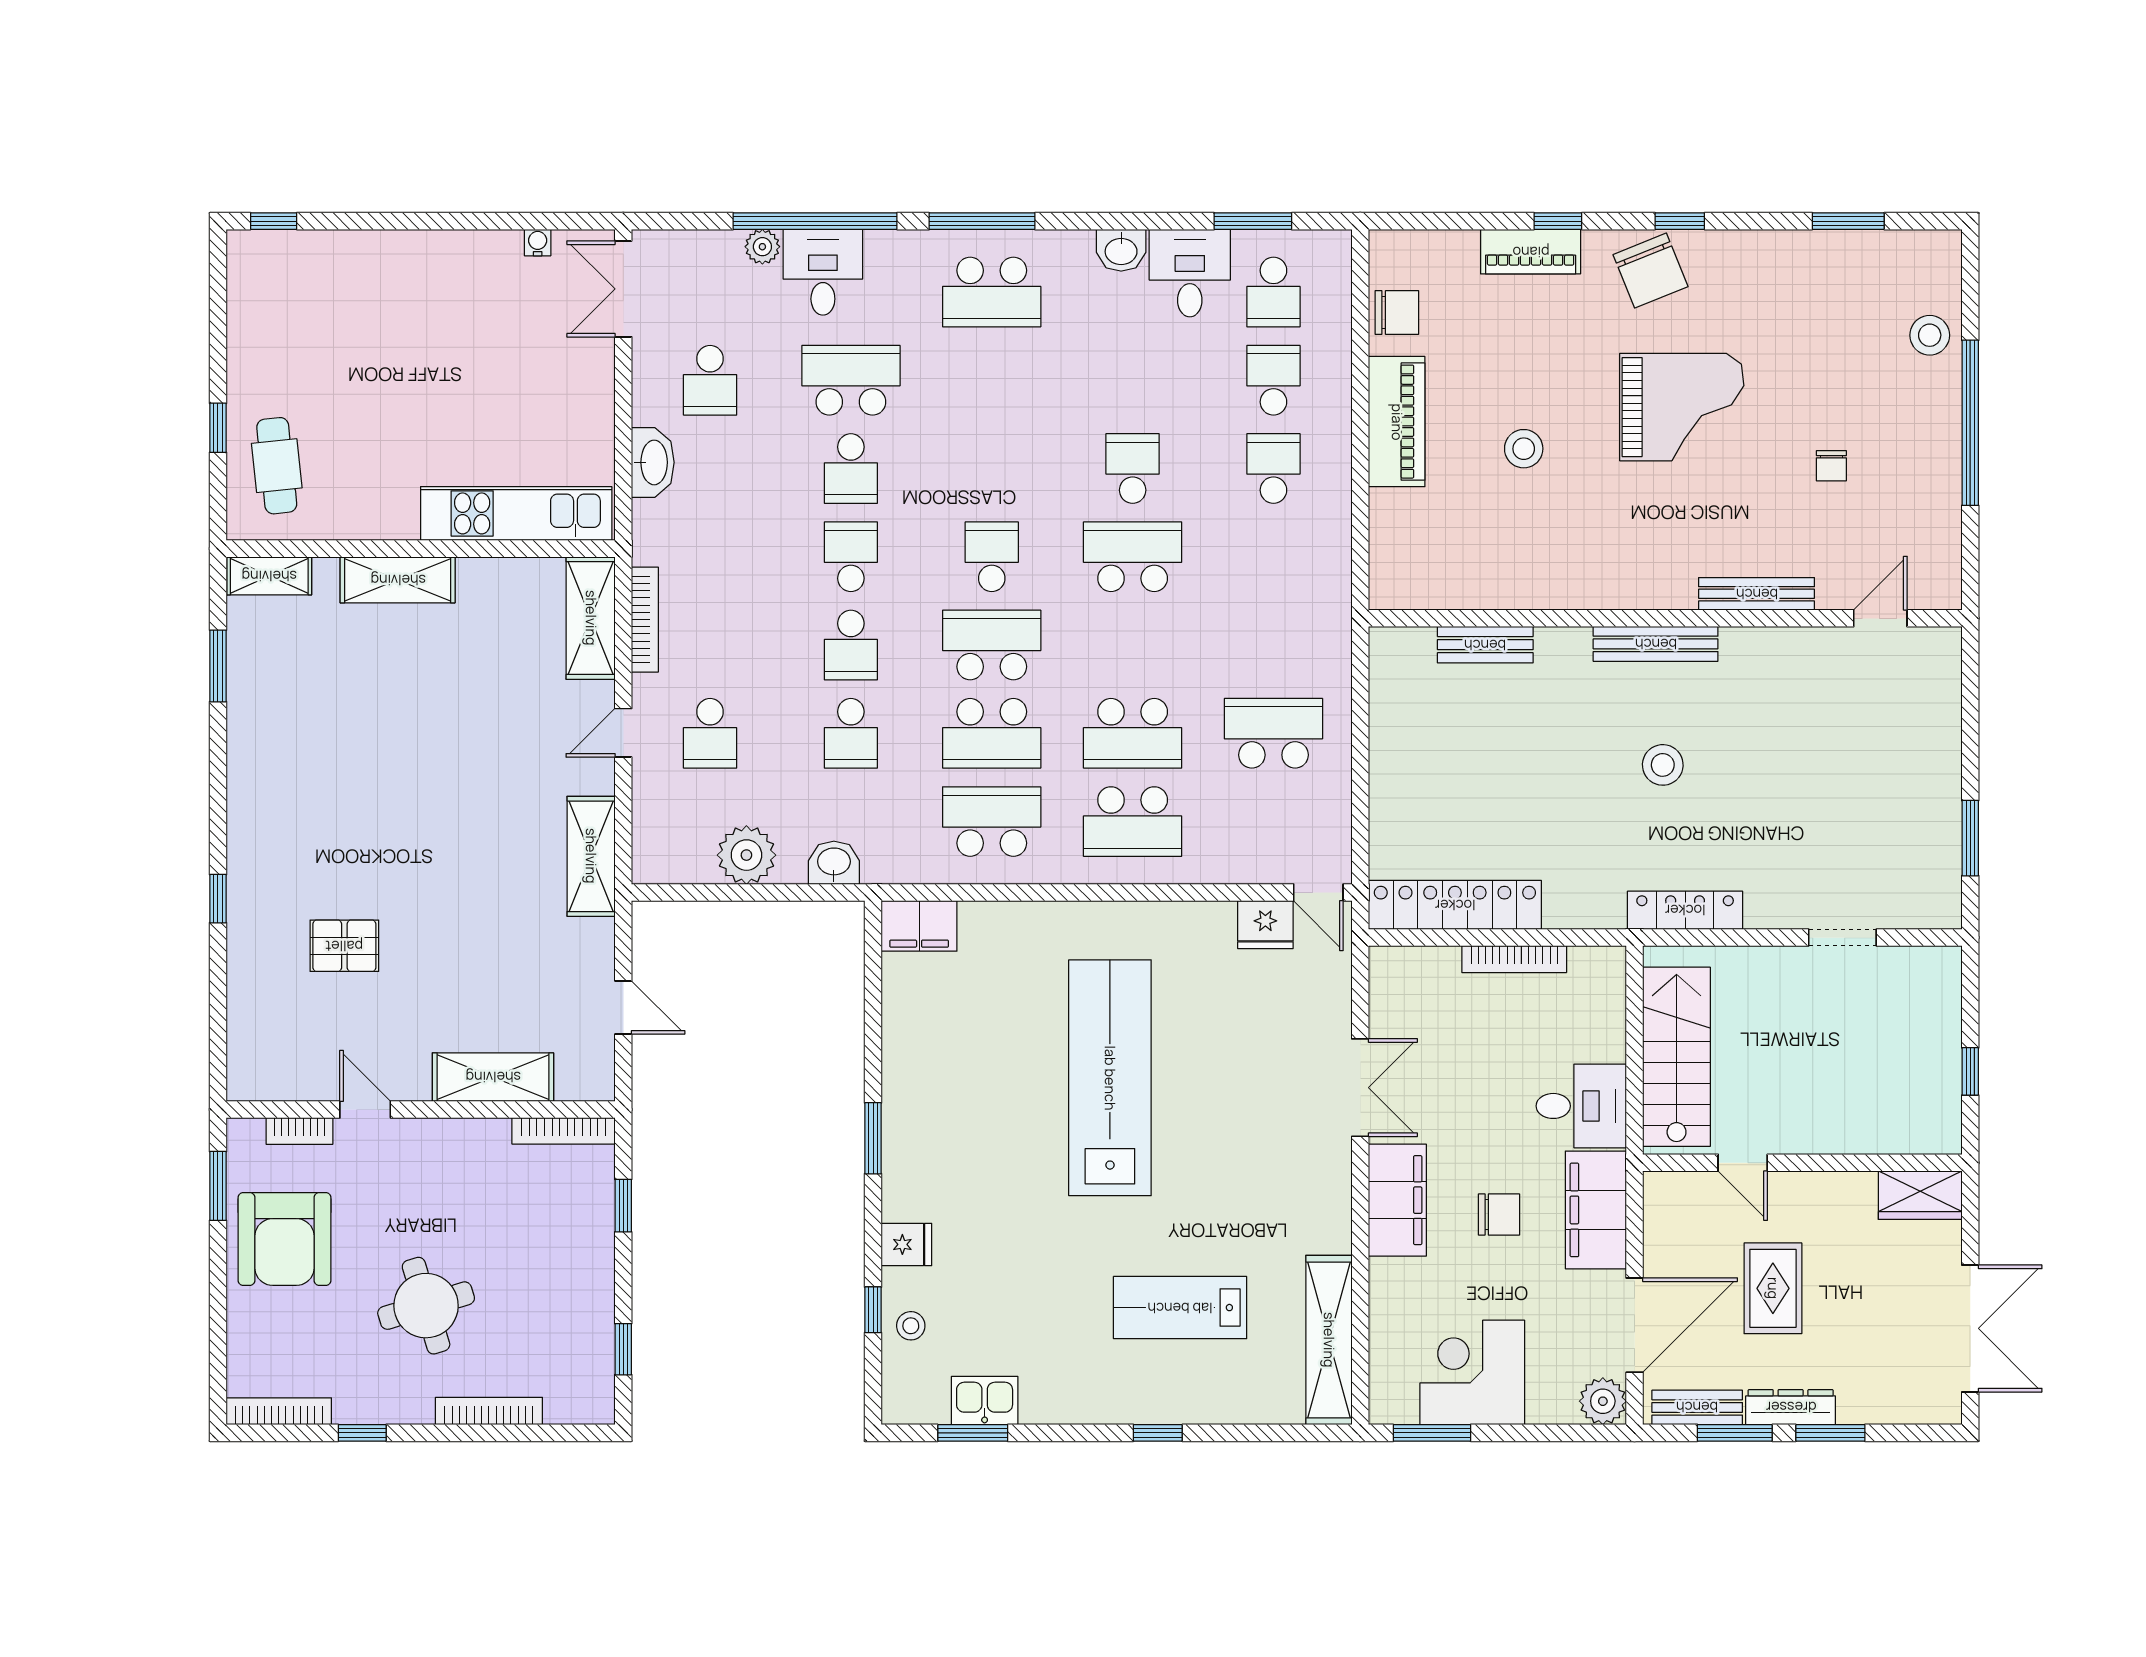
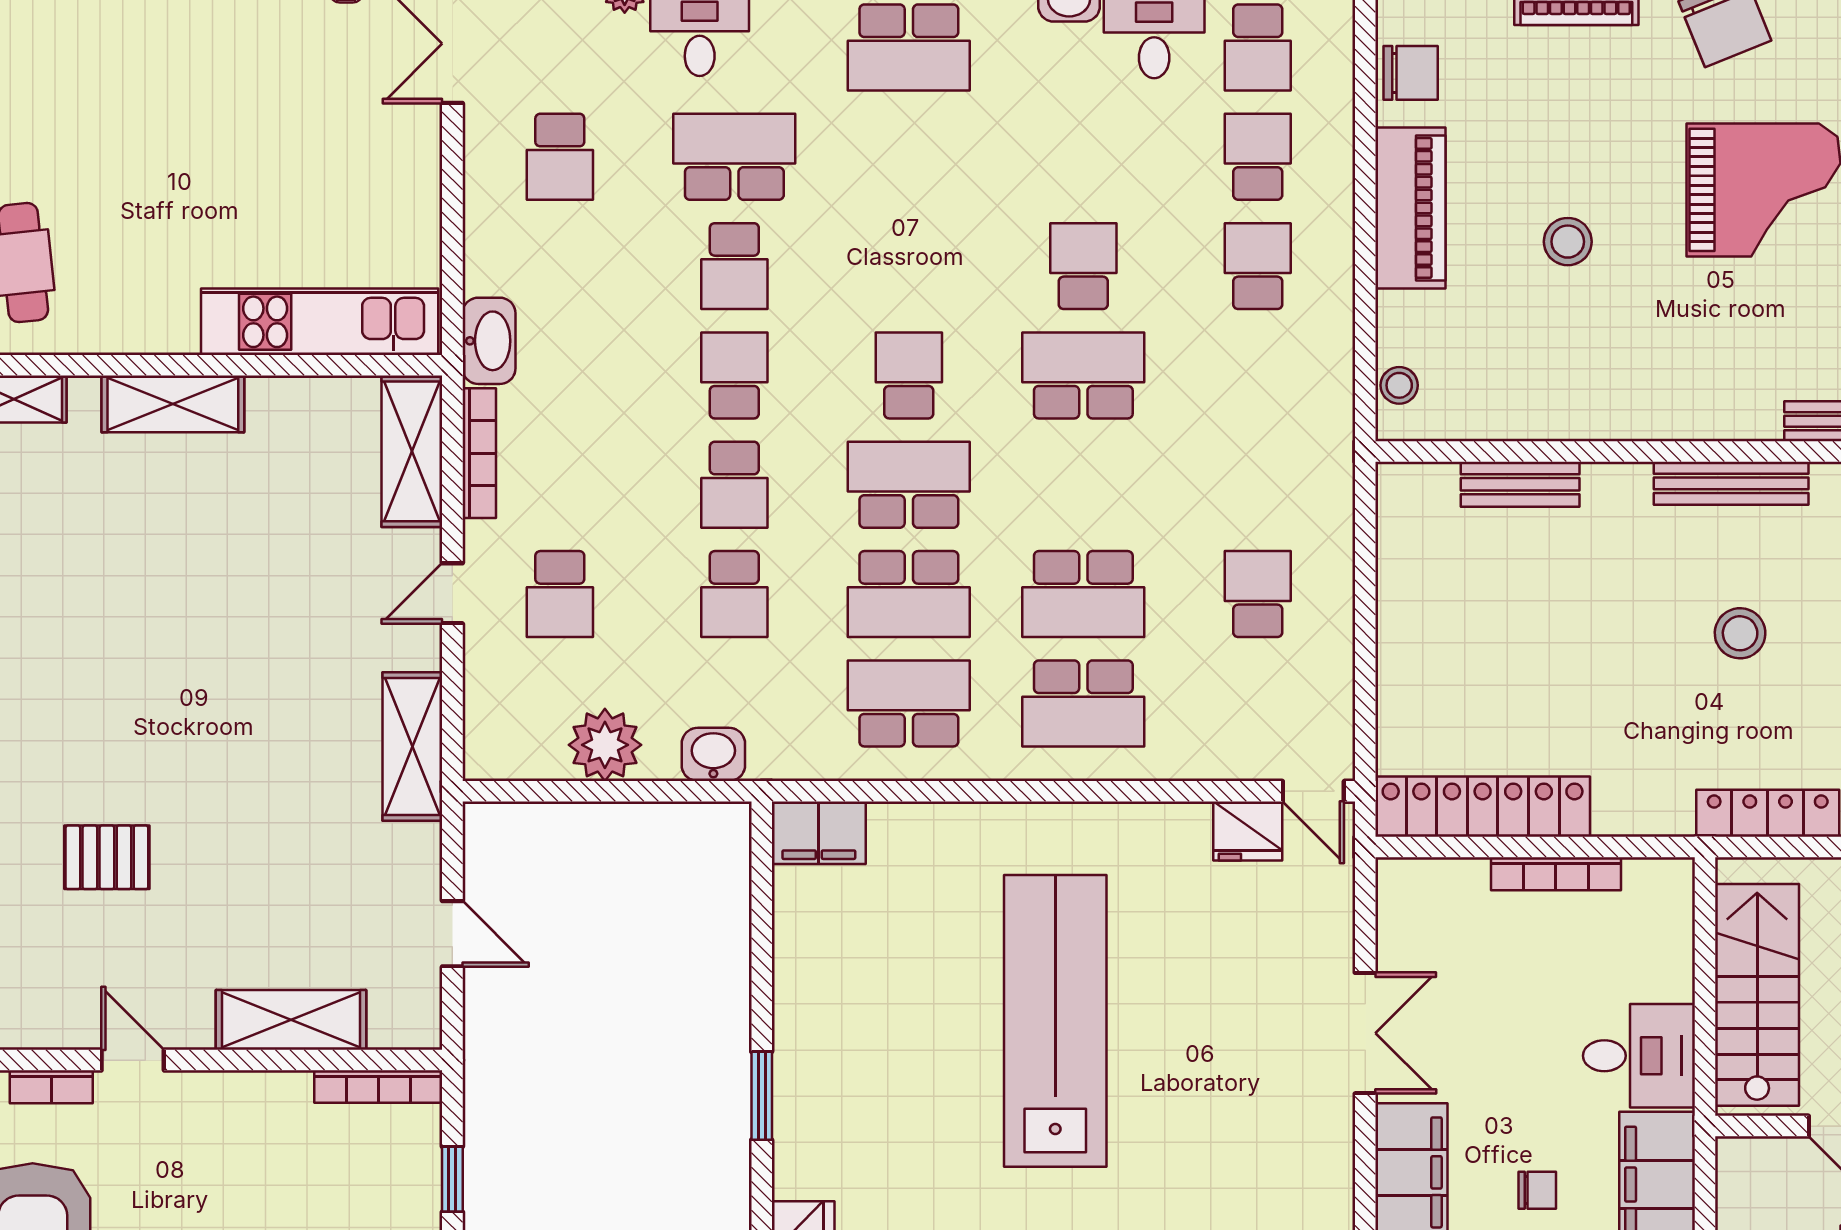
washbasin: (653, 462) -> (489, 341), moved
stool: (1388, 565) -> (1399, 385), added
school desk: (1273, 733) -> (1258, 594), width x0.54
chair: (1499, 1215) -> (1537, 1190), width x0.73, depth x0.73

